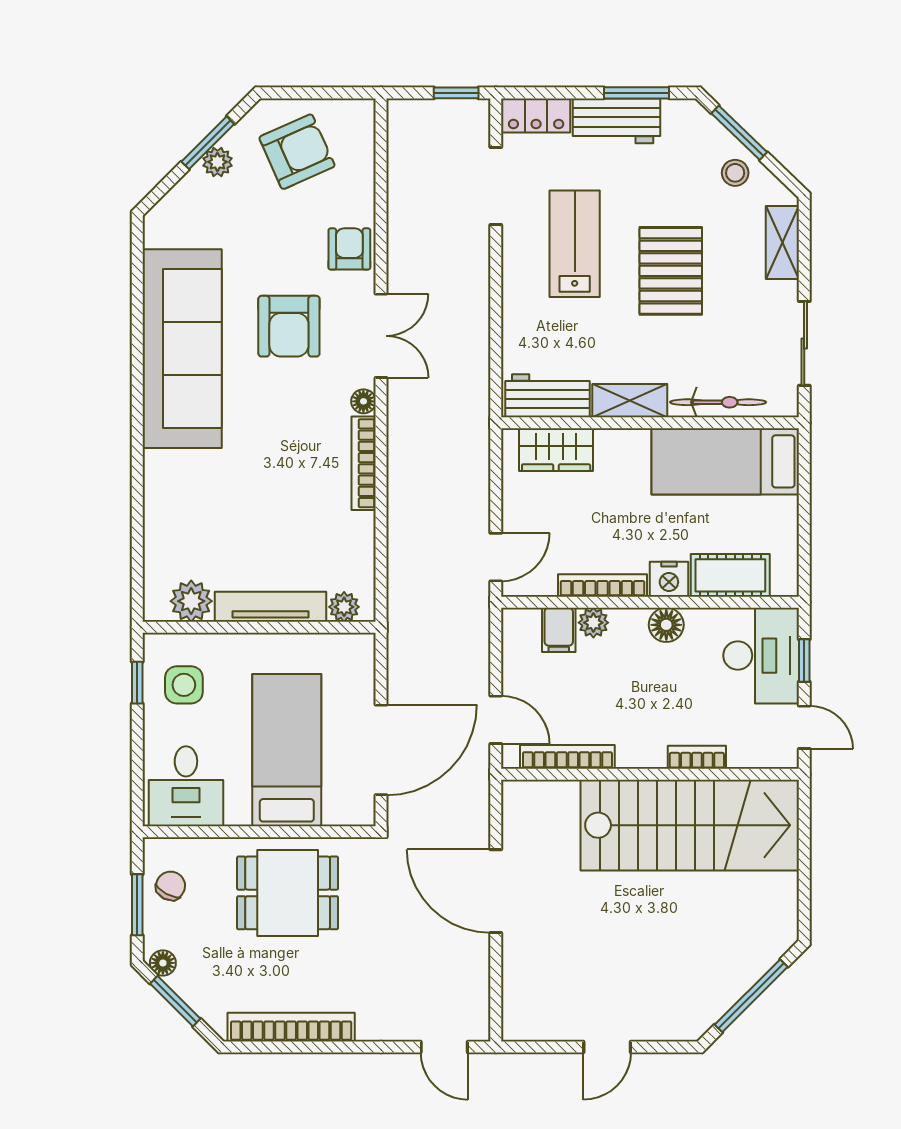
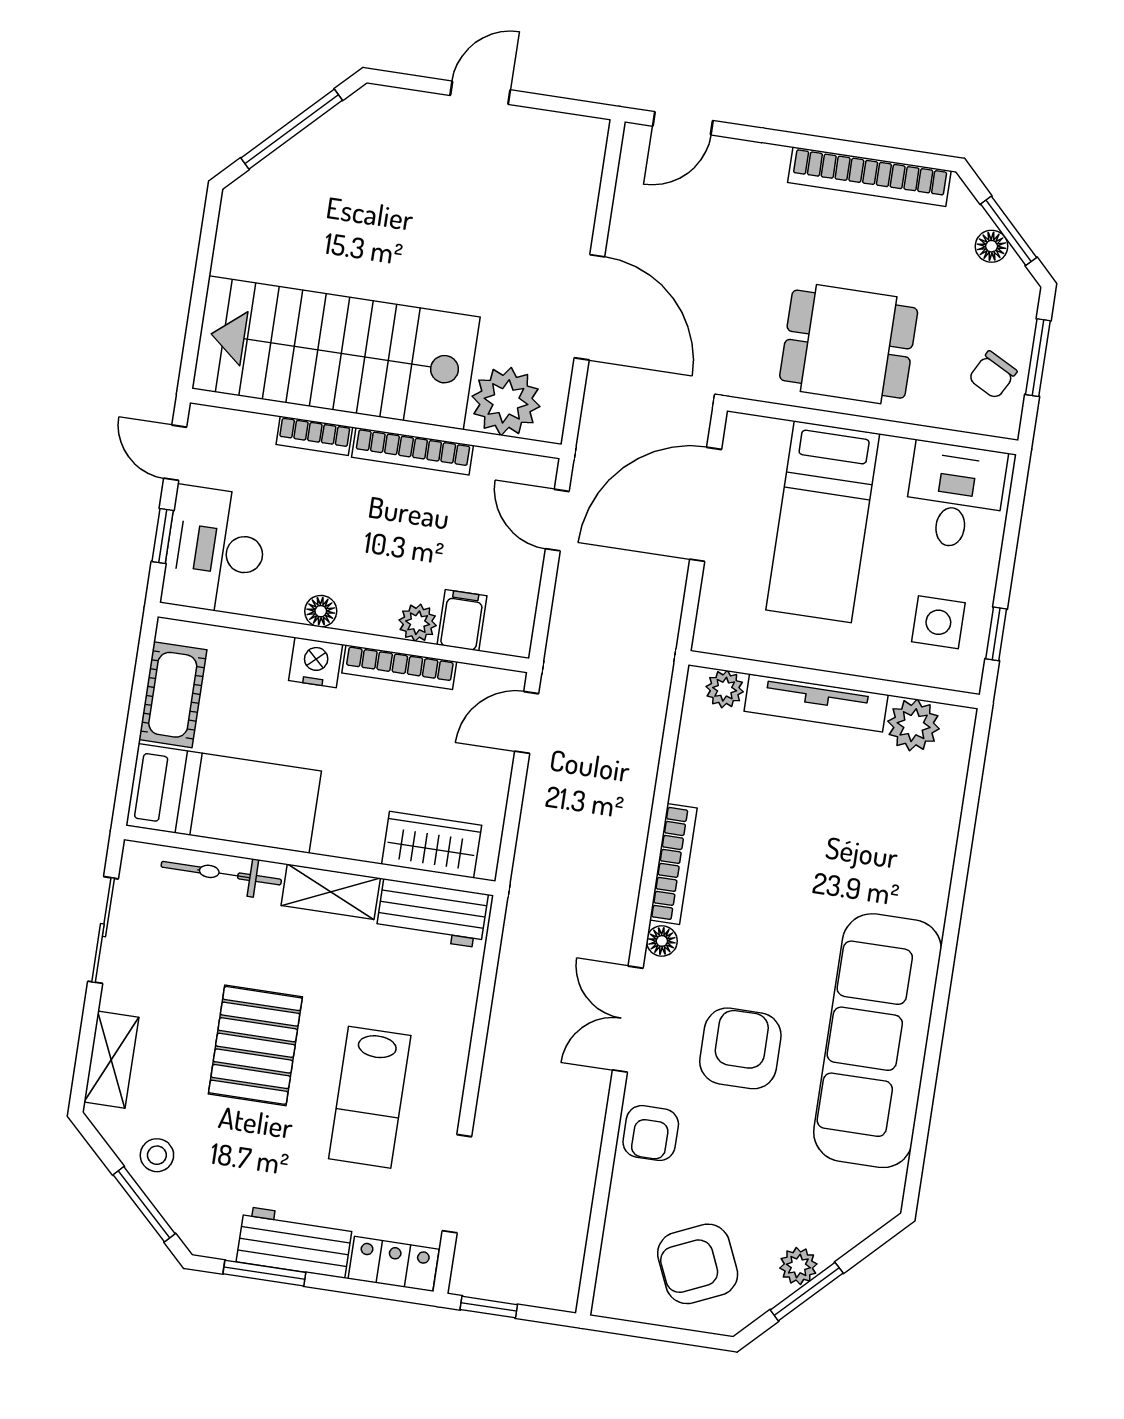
cot: (730, 575) -> (173, 695), moved, turned 90
floor lamp: (666, 625) -> (321, 611), width x0.73, depth x0.73
bookcase: (567, 757) -> (412, 451), moved
plant: (550, 807) -> (506, 401), added
floor lamp: (163, 963) -> (992, 246), moved
door: (444, 1047) -> (683, 123), swing flipped

